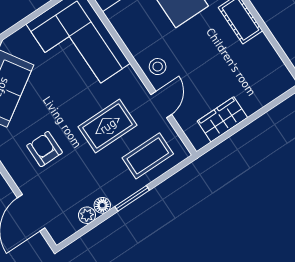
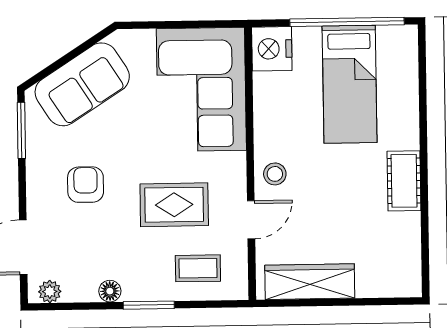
wardrobe: (222, 119) -> (310, 282), width x1.50
coffee table: (148, 156) -> (198, 268), width x0.73, depth x0.77
plant: (87, 215) -> (50, 292), moved

